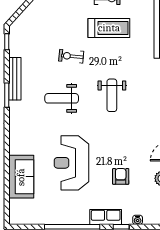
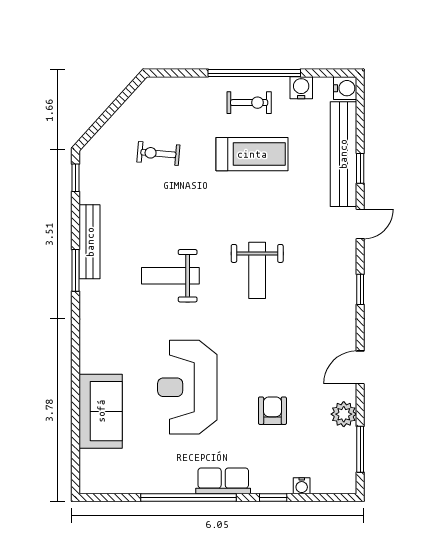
exercise bike: (71, 56) -> (158, 153), moved
row of seats: (106, 217) -> (223, 481), moved

